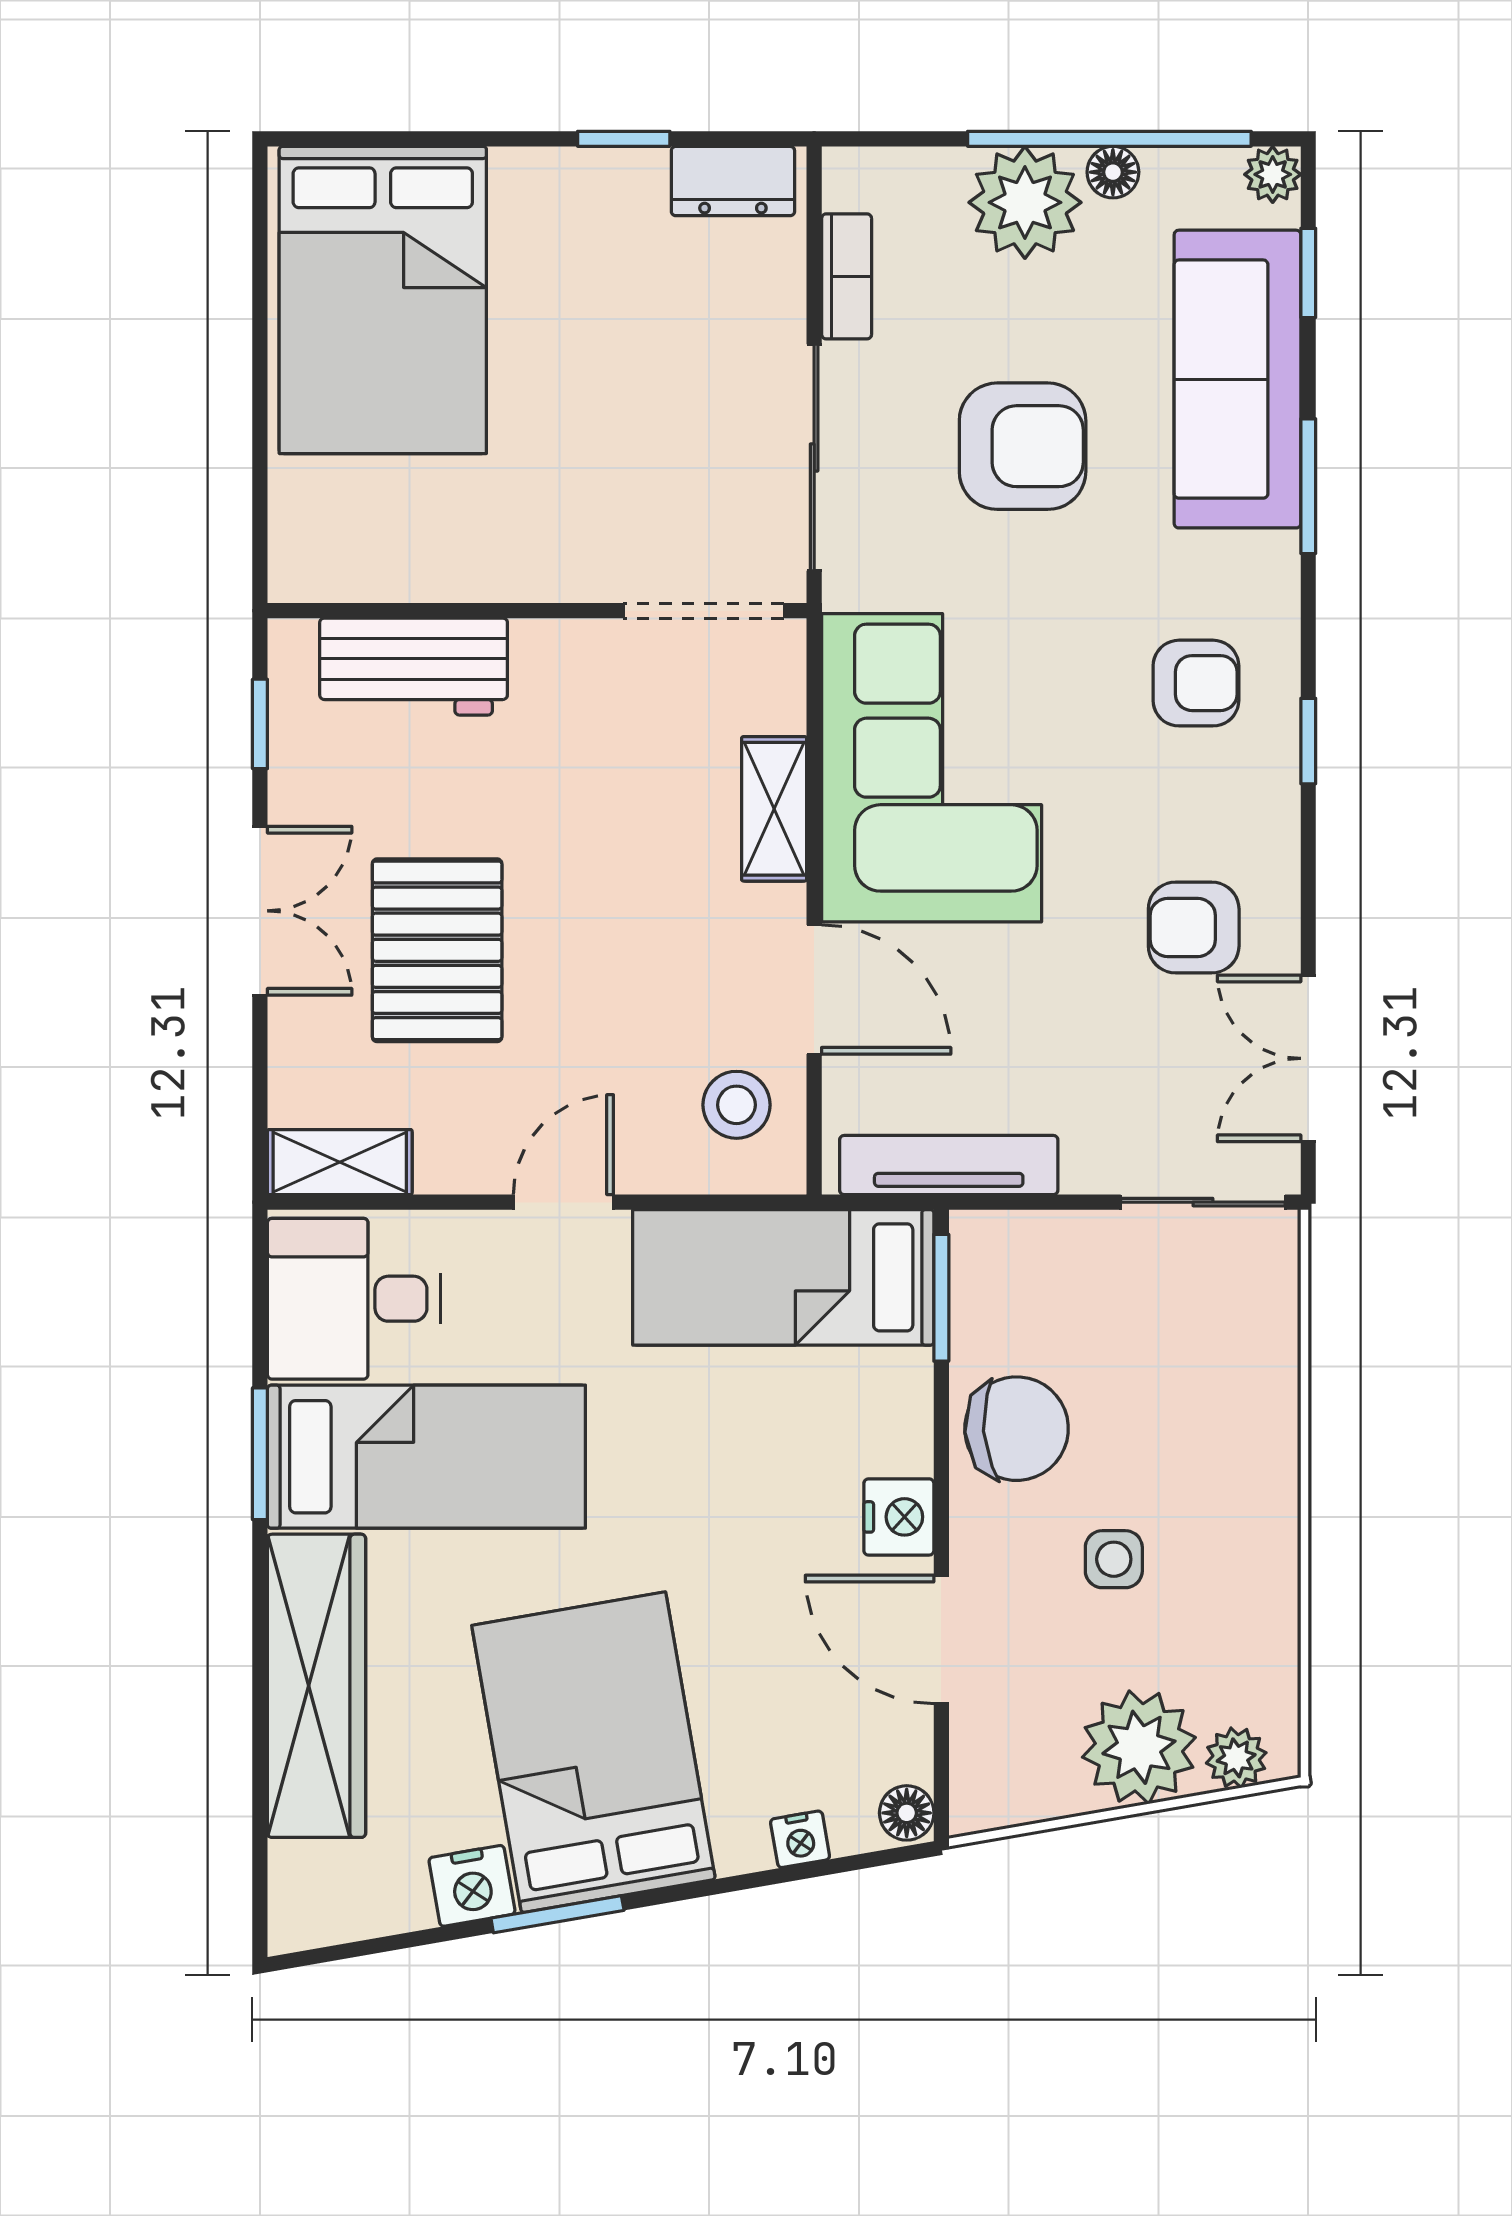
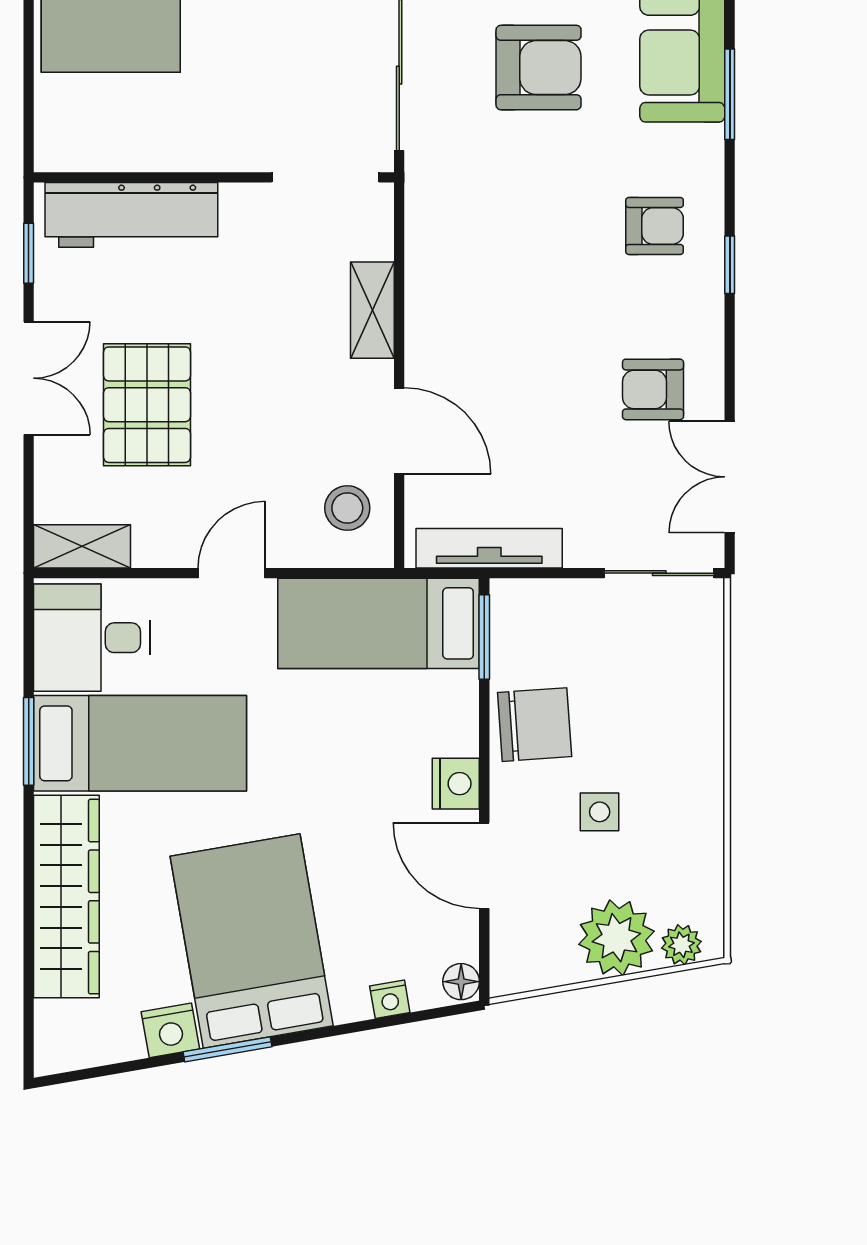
workbench: (414, 667) -> (131, 215), width x1.38
corner sofa: (932, 768) -> (478, 283), removed

